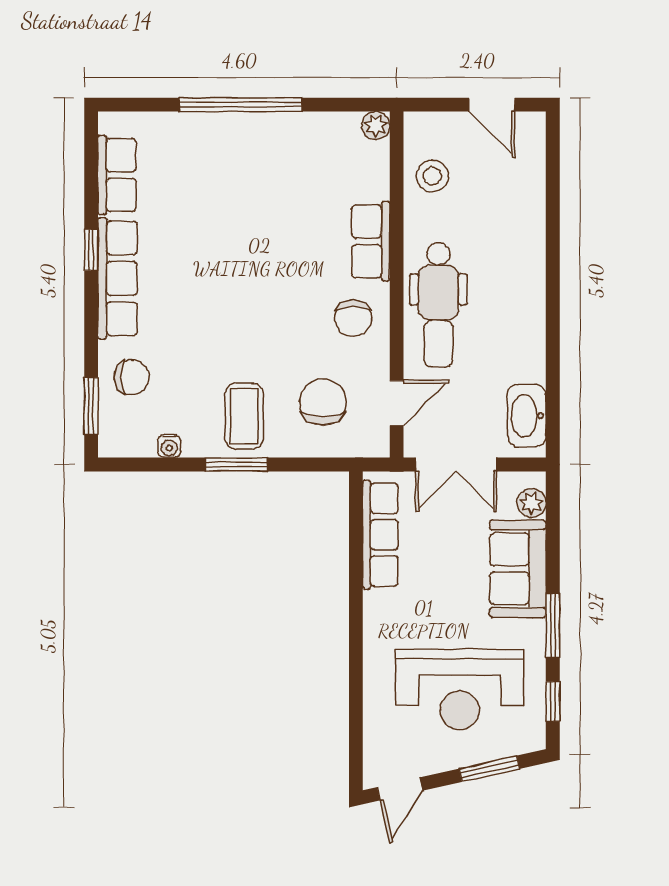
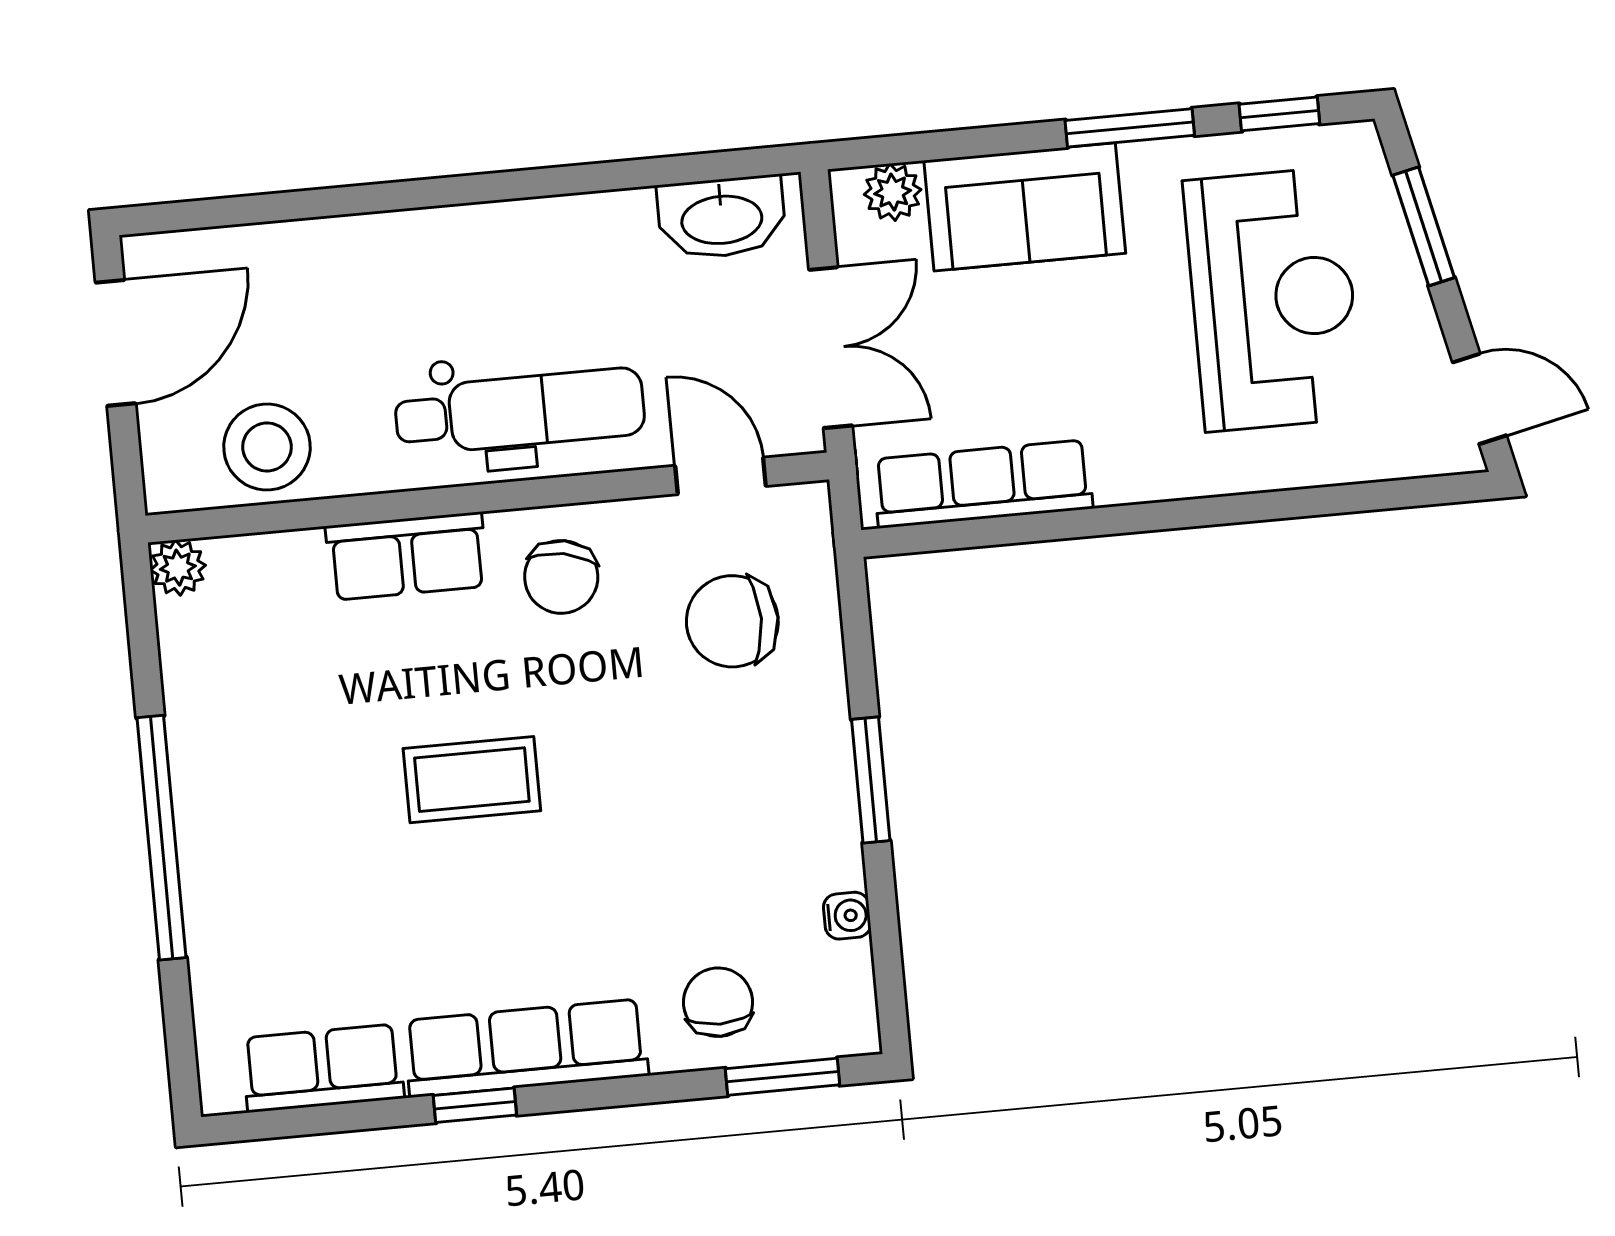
door: (492, 105) -> (116, 343), width x1.38
stool: (432, 176) -> (267, 447), width x1.38, depth x1.38
chair: (353, 318) -> (561, 577), turned 101
coffee table: (244, 416) -> (472, 780), moved

